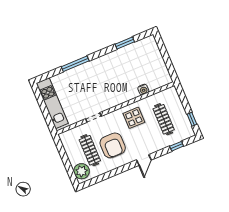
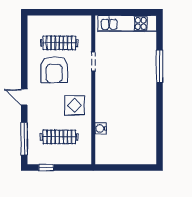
window: (125, 43) -> (160, 130), removed
armchair: (113, 145) -> (54, 70), turned -90
window: (177, 146) -> (24, 139), width x2.17
plant: (82, 171) -> (40, 24), removed

